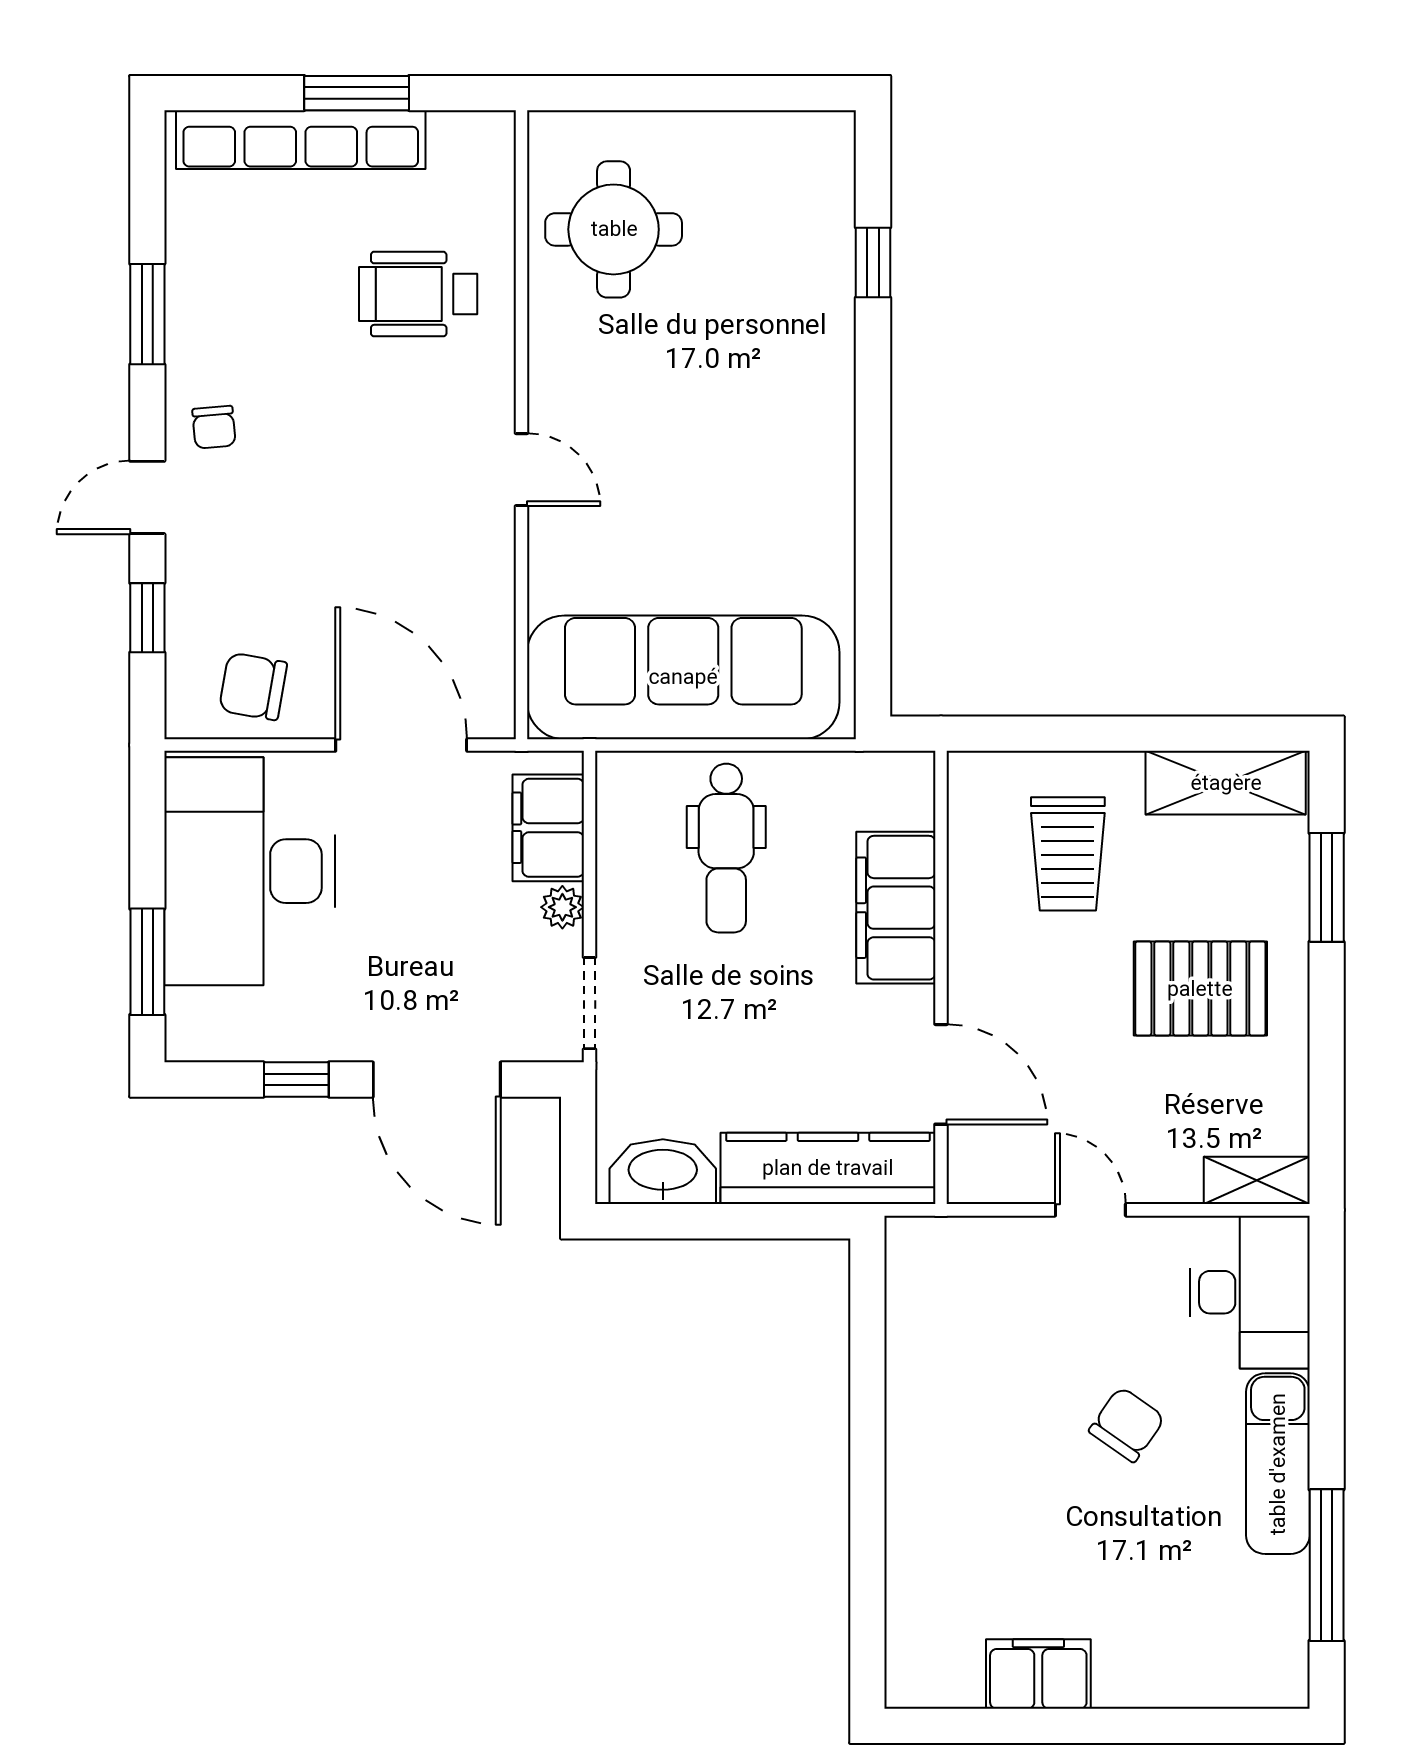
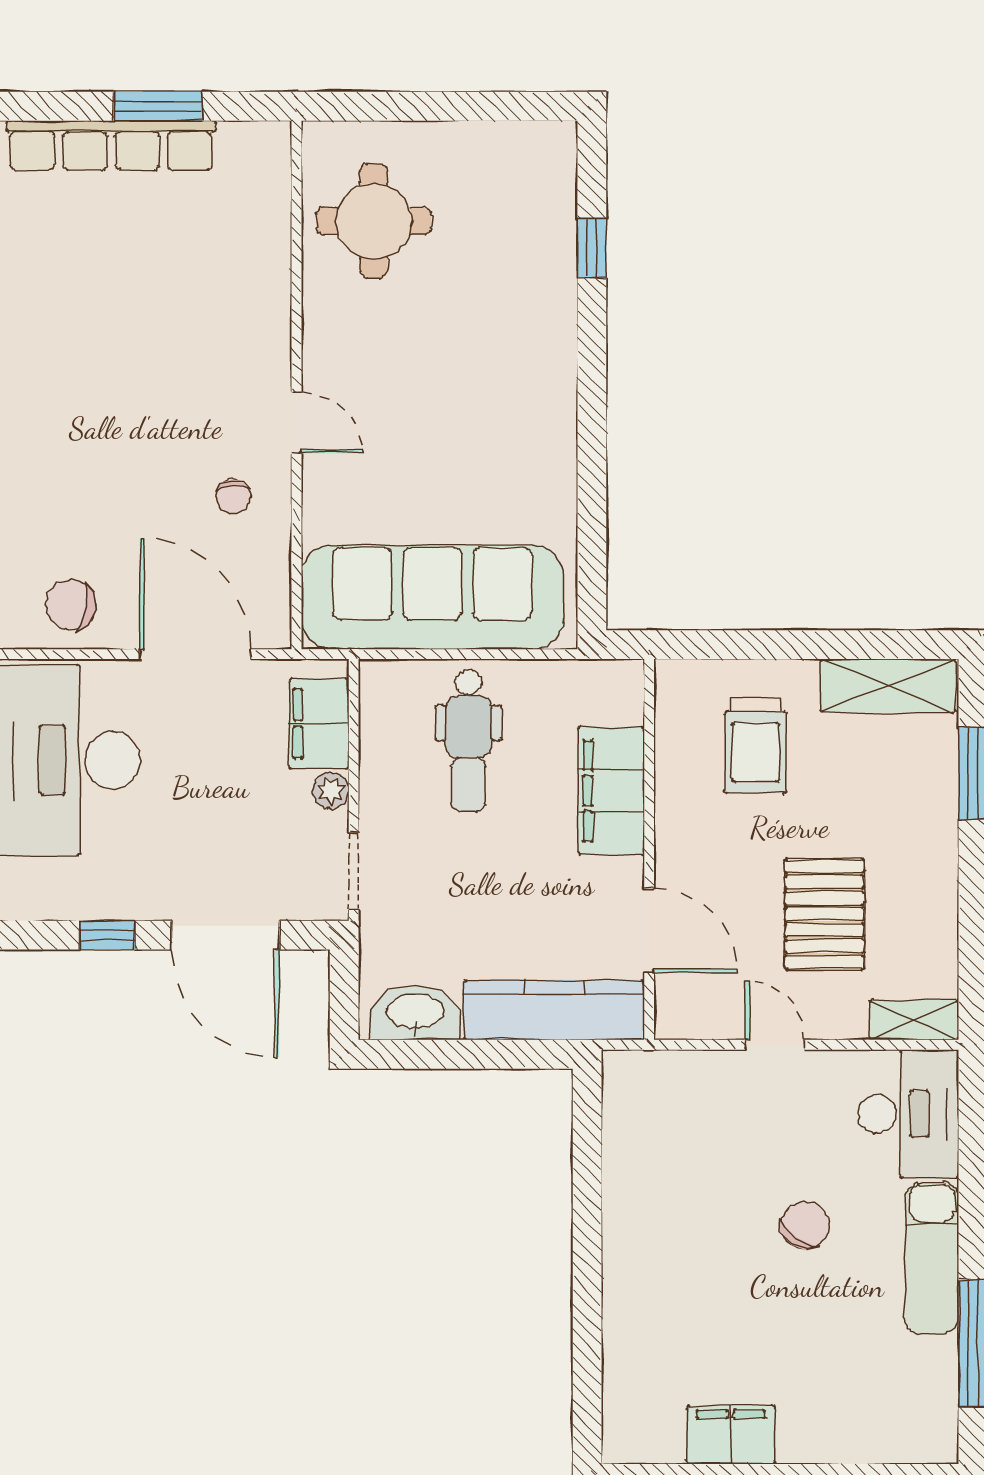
wheelchair: (418, 294) -> (210, 275), removed
chair: (214, 427) -> (233, 496), moved
pallet: (1200, 989) -> (824, 914), moved, turned 90

